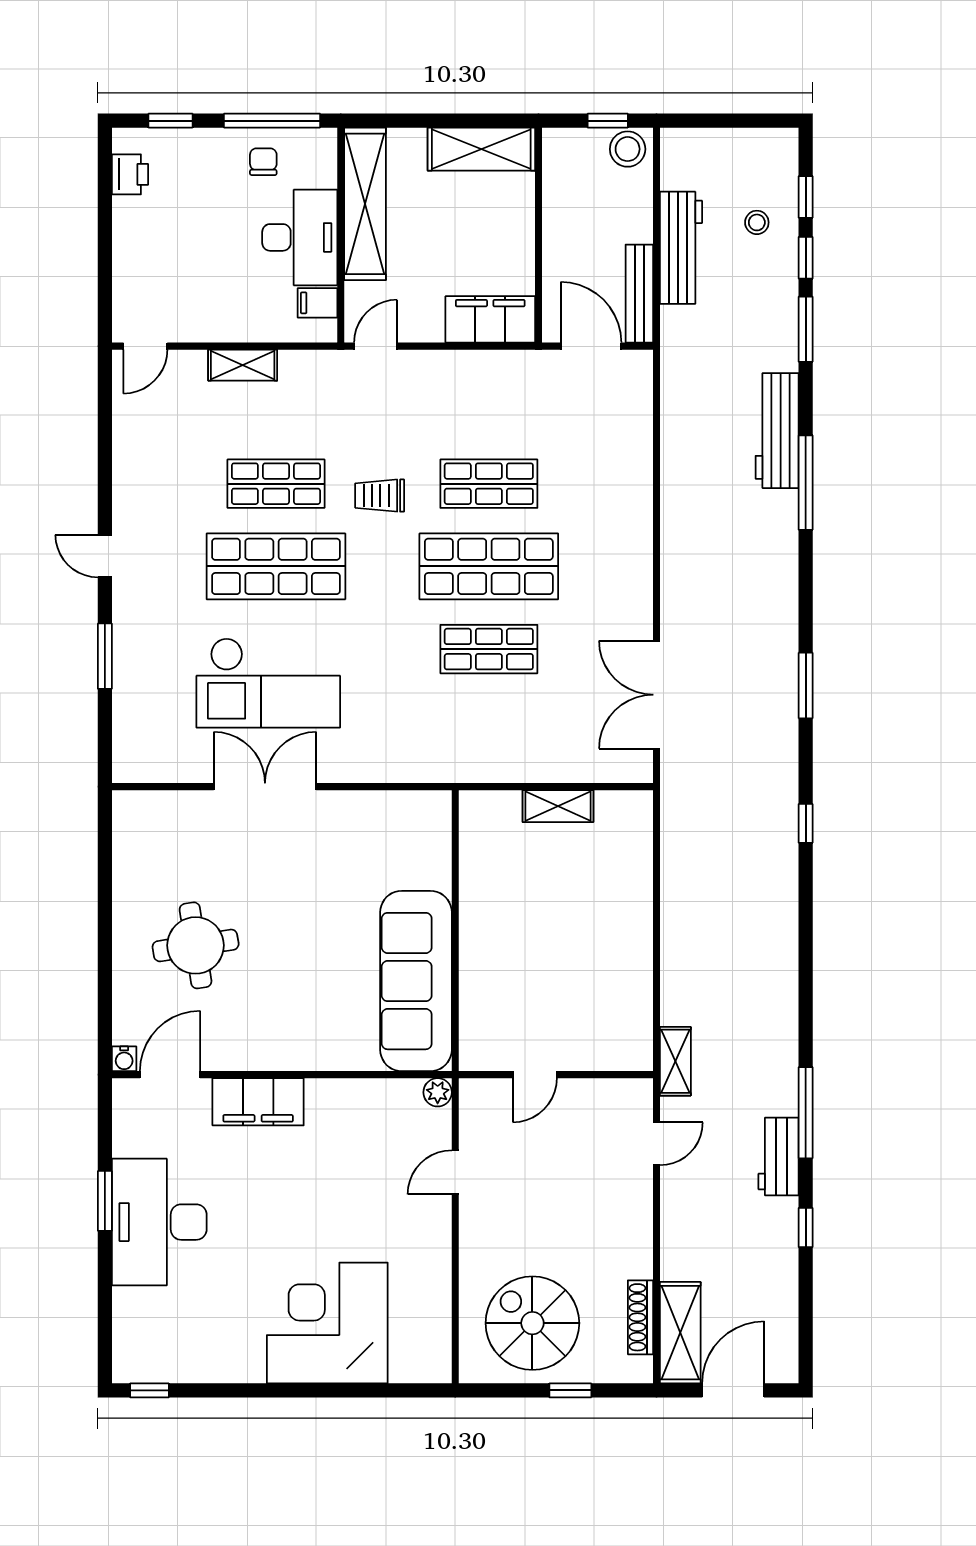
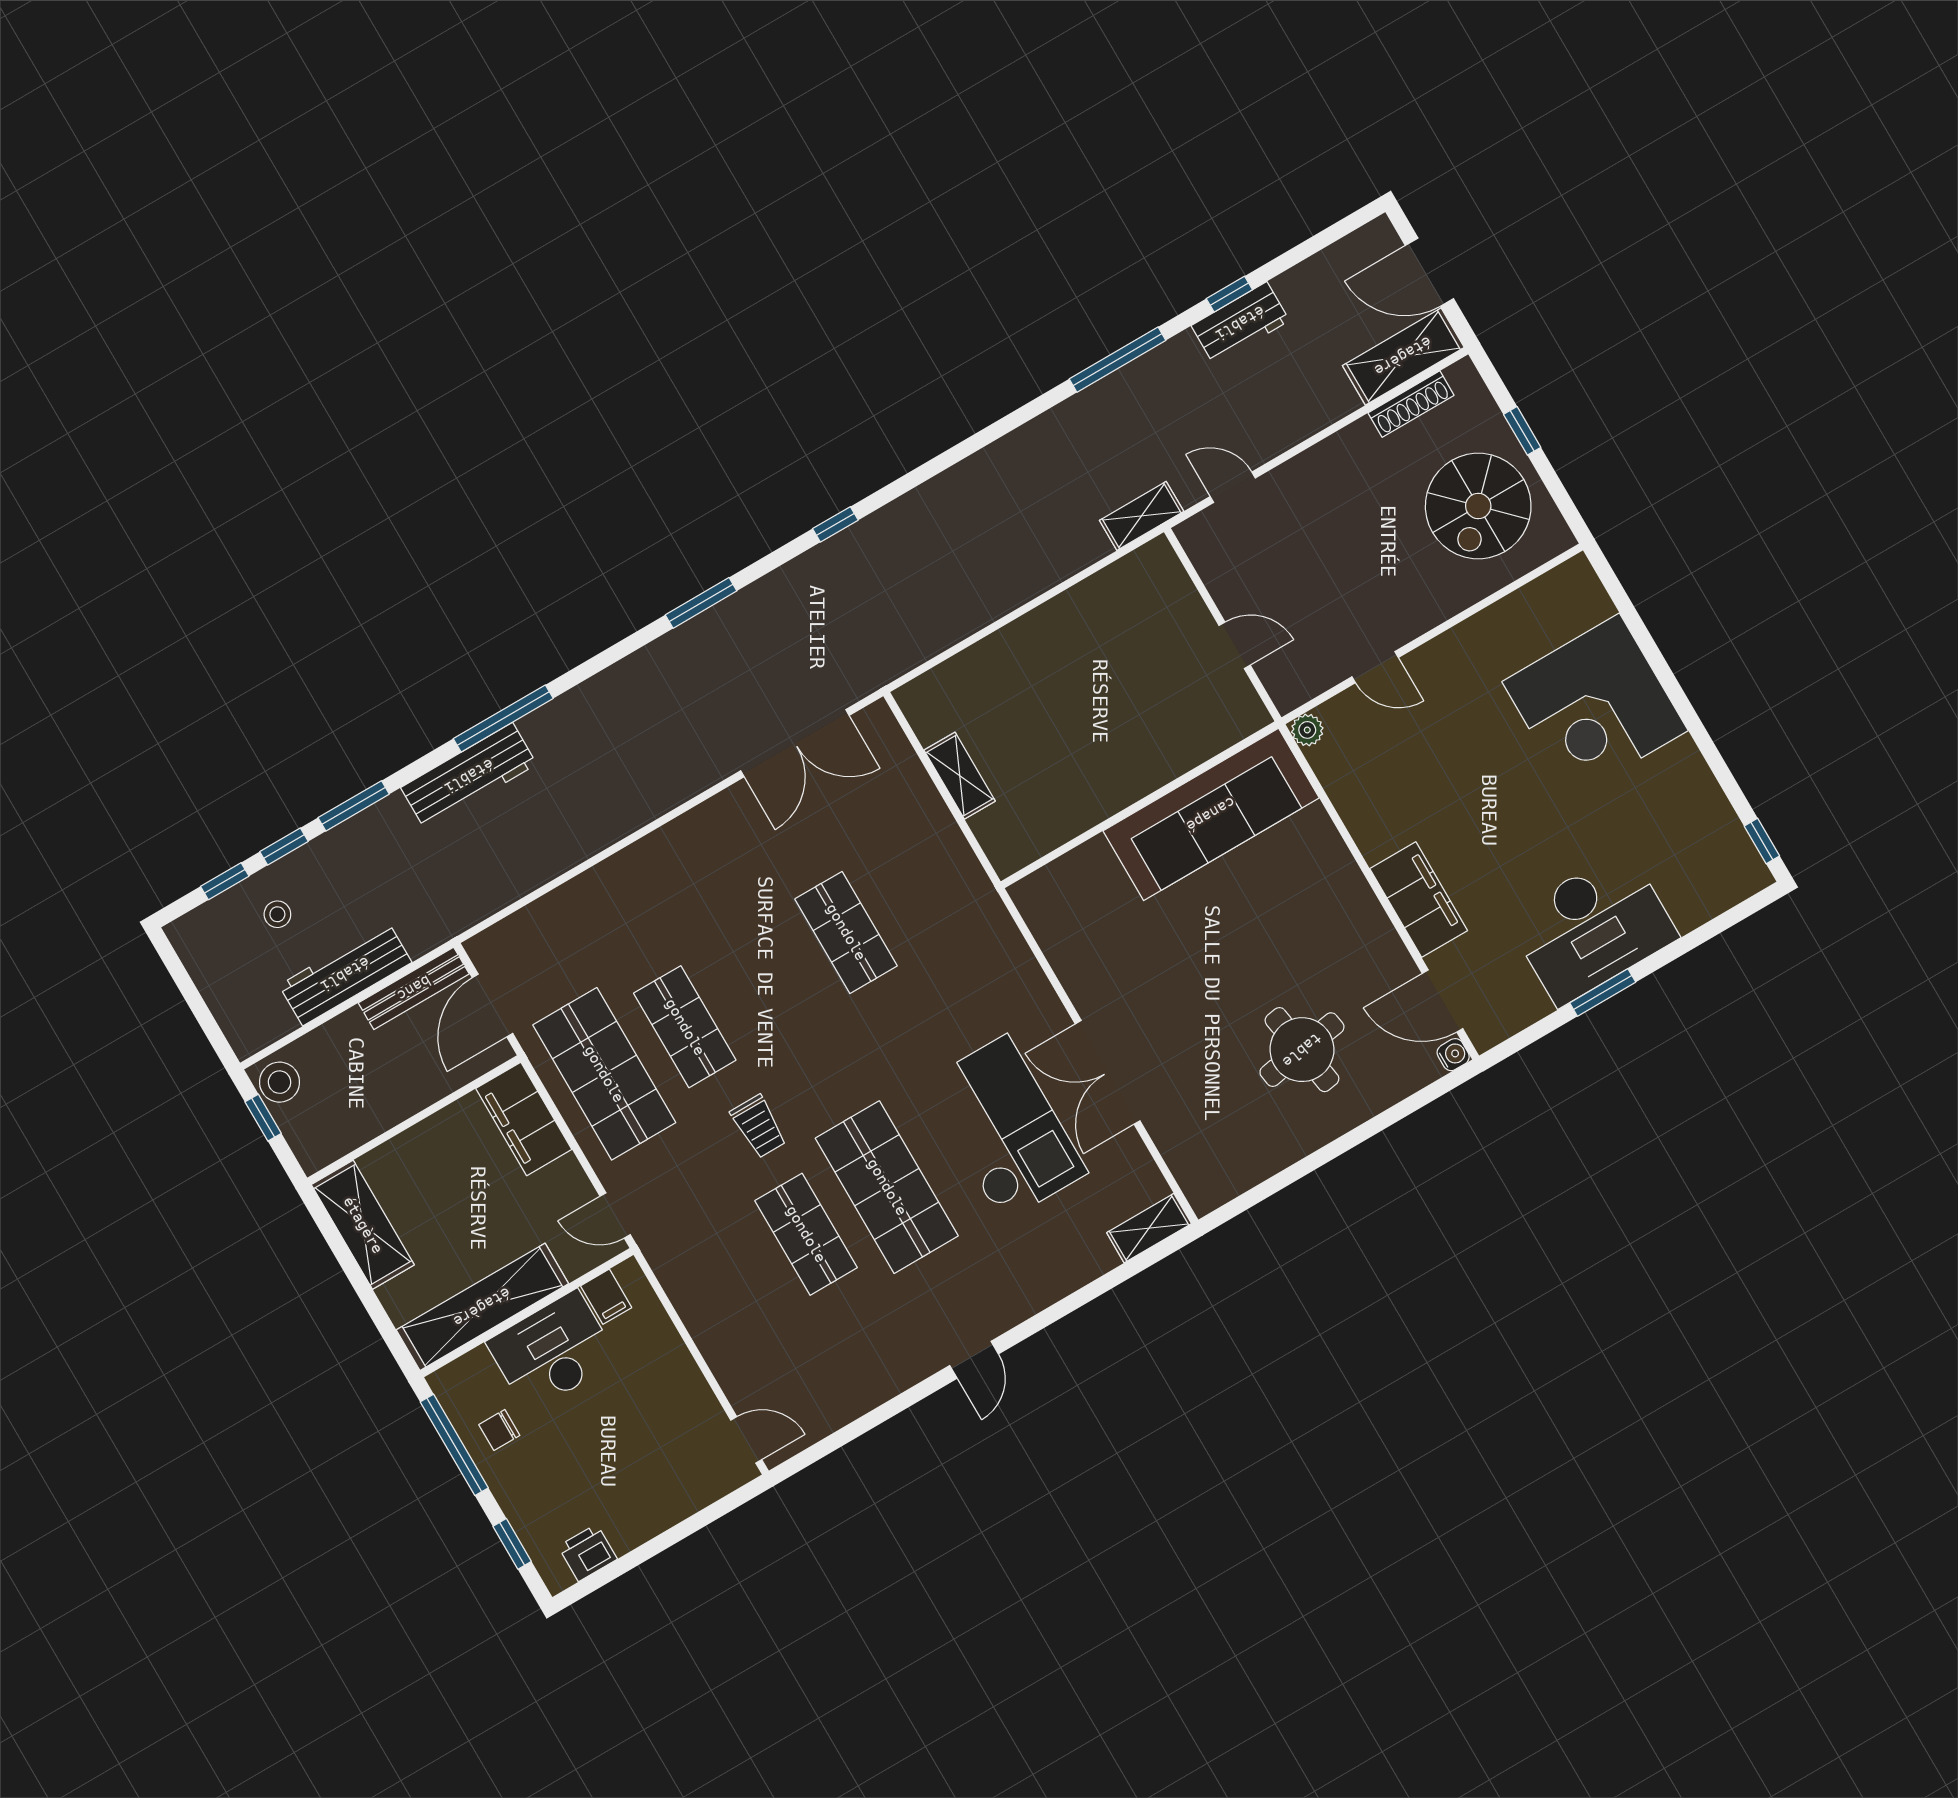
shelving: (243, 365) -> (1149, 1228), moved, turned 90
shop shelf: (489, 566) -> (604, 1074), moved
window: (105, 656) -> (1072, 1303), removed
workbench: (779, 1157) -> (1240, 323), moved

